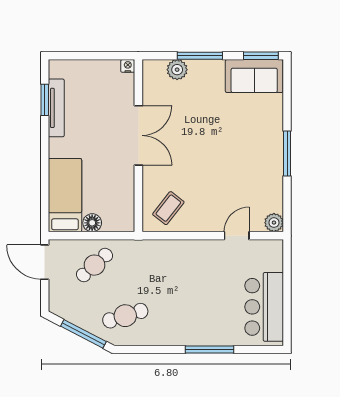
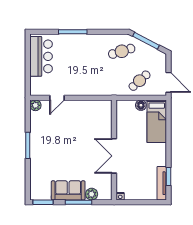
sofa: (254, 76) -> (68, 190), moved
tv unit: (56, 108) -> (162, 183), moved
coffee table: (168, 208) -> (97, 114), removed

